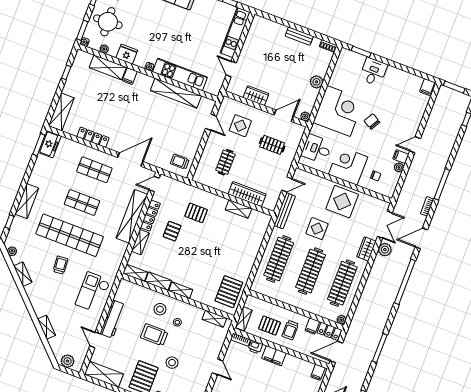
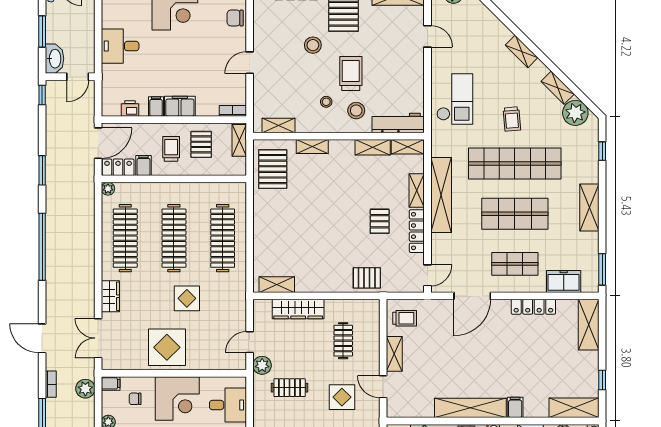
shelving: (108, 67) -> (574, 408), moved
shelving: (176, 93) -> (470, 408), moved
shelving: (195, 141) -> (394, 354), added
freezer: (50, 144) -> (564, 281), moved, turned 90
plant: (285, 166) -> (262, 365), added
filing cabinet: (388, 192) -> (111, 383), added
shelving: (27, 201) -> (589, 207), moved
shop shelf: (82, 203) -> (515, 214), width x1.43, depth x1.36
shelving: (239, 209) -> (277, 285), moved
bench: (285, 211) -> (239, 306), removed
pallet: (196, 213) -> (367, 278), moved
shelving: (132, 216) -> (441, 195), moved
door: (421, 238) -> (42, 338), swing flipped
plant: (385, 250) -> (85, 389), moved
plant: (12, 251) -> (575, 113), width x1.87, depth x1.87
window: (405, 282) -> (42, 247), moved
shelving: (181, 290) -> (312, 147), moved
workbench: (113, 319) -> (398, 123), moved, turned 90
pallet: (270, 326) -> (201, 144), turned 90
shelving: (47, 327) -> (522, 51), moved
trolley: (154, 335) -> (351, 73), turned -90
printer: (255, 347) -> (130, 108), moved
window: (380, 348) -> (42, 170), width x0.69
door: (218, 367) -> (250, 63), hinge flipped
filing cabinet: (318, 372) -> (156, 106), moved

